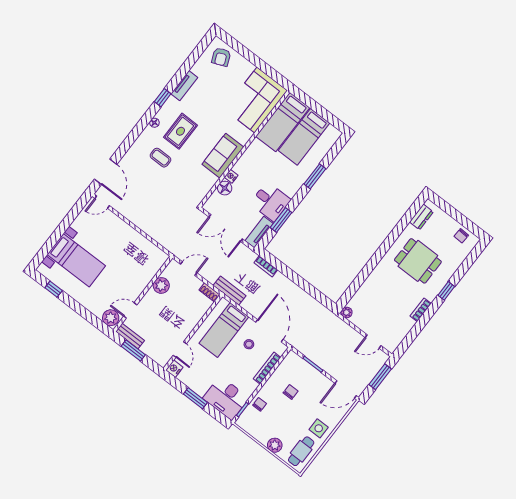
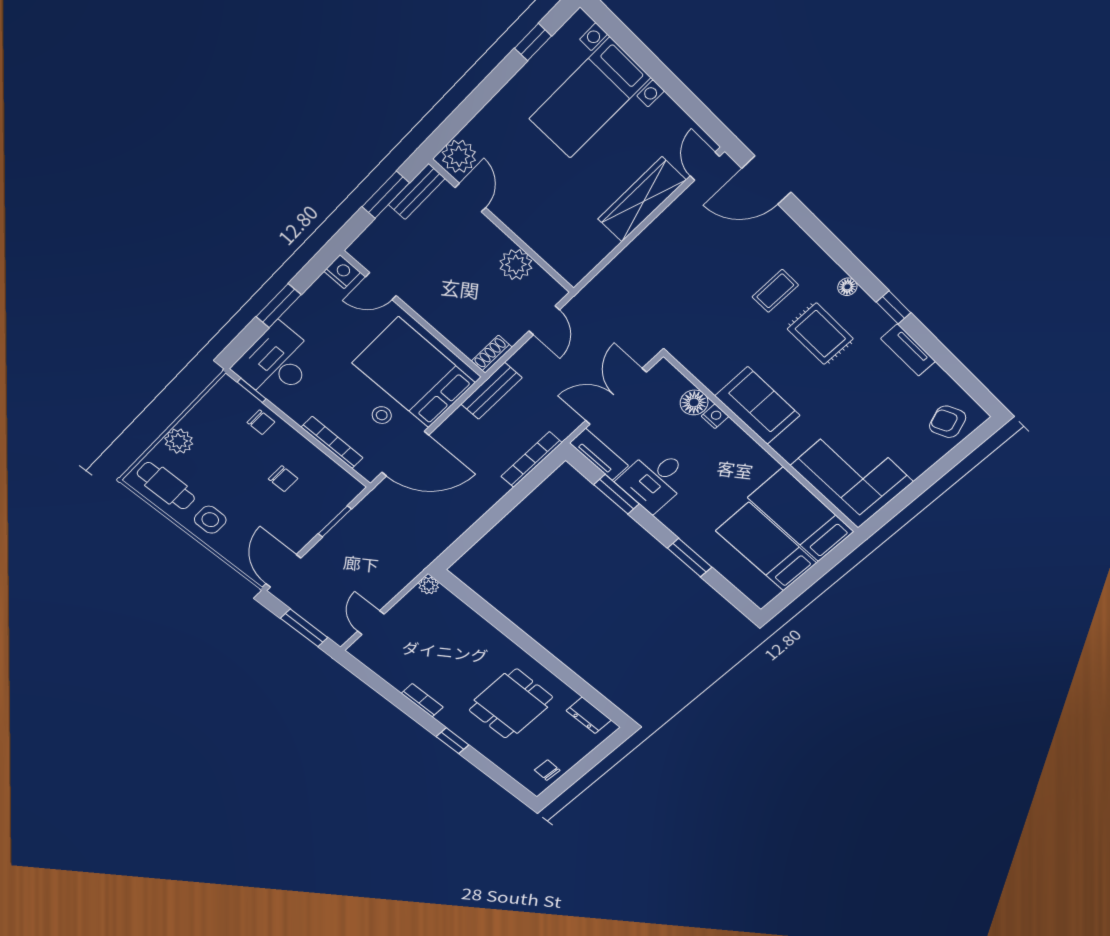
wardrobe: (122, 229) -> (642, 200), added
bookcase: (266, 266) -> (531, 460), width x1.56
bed: (224, 330) -> (414, 373), width x1.50

